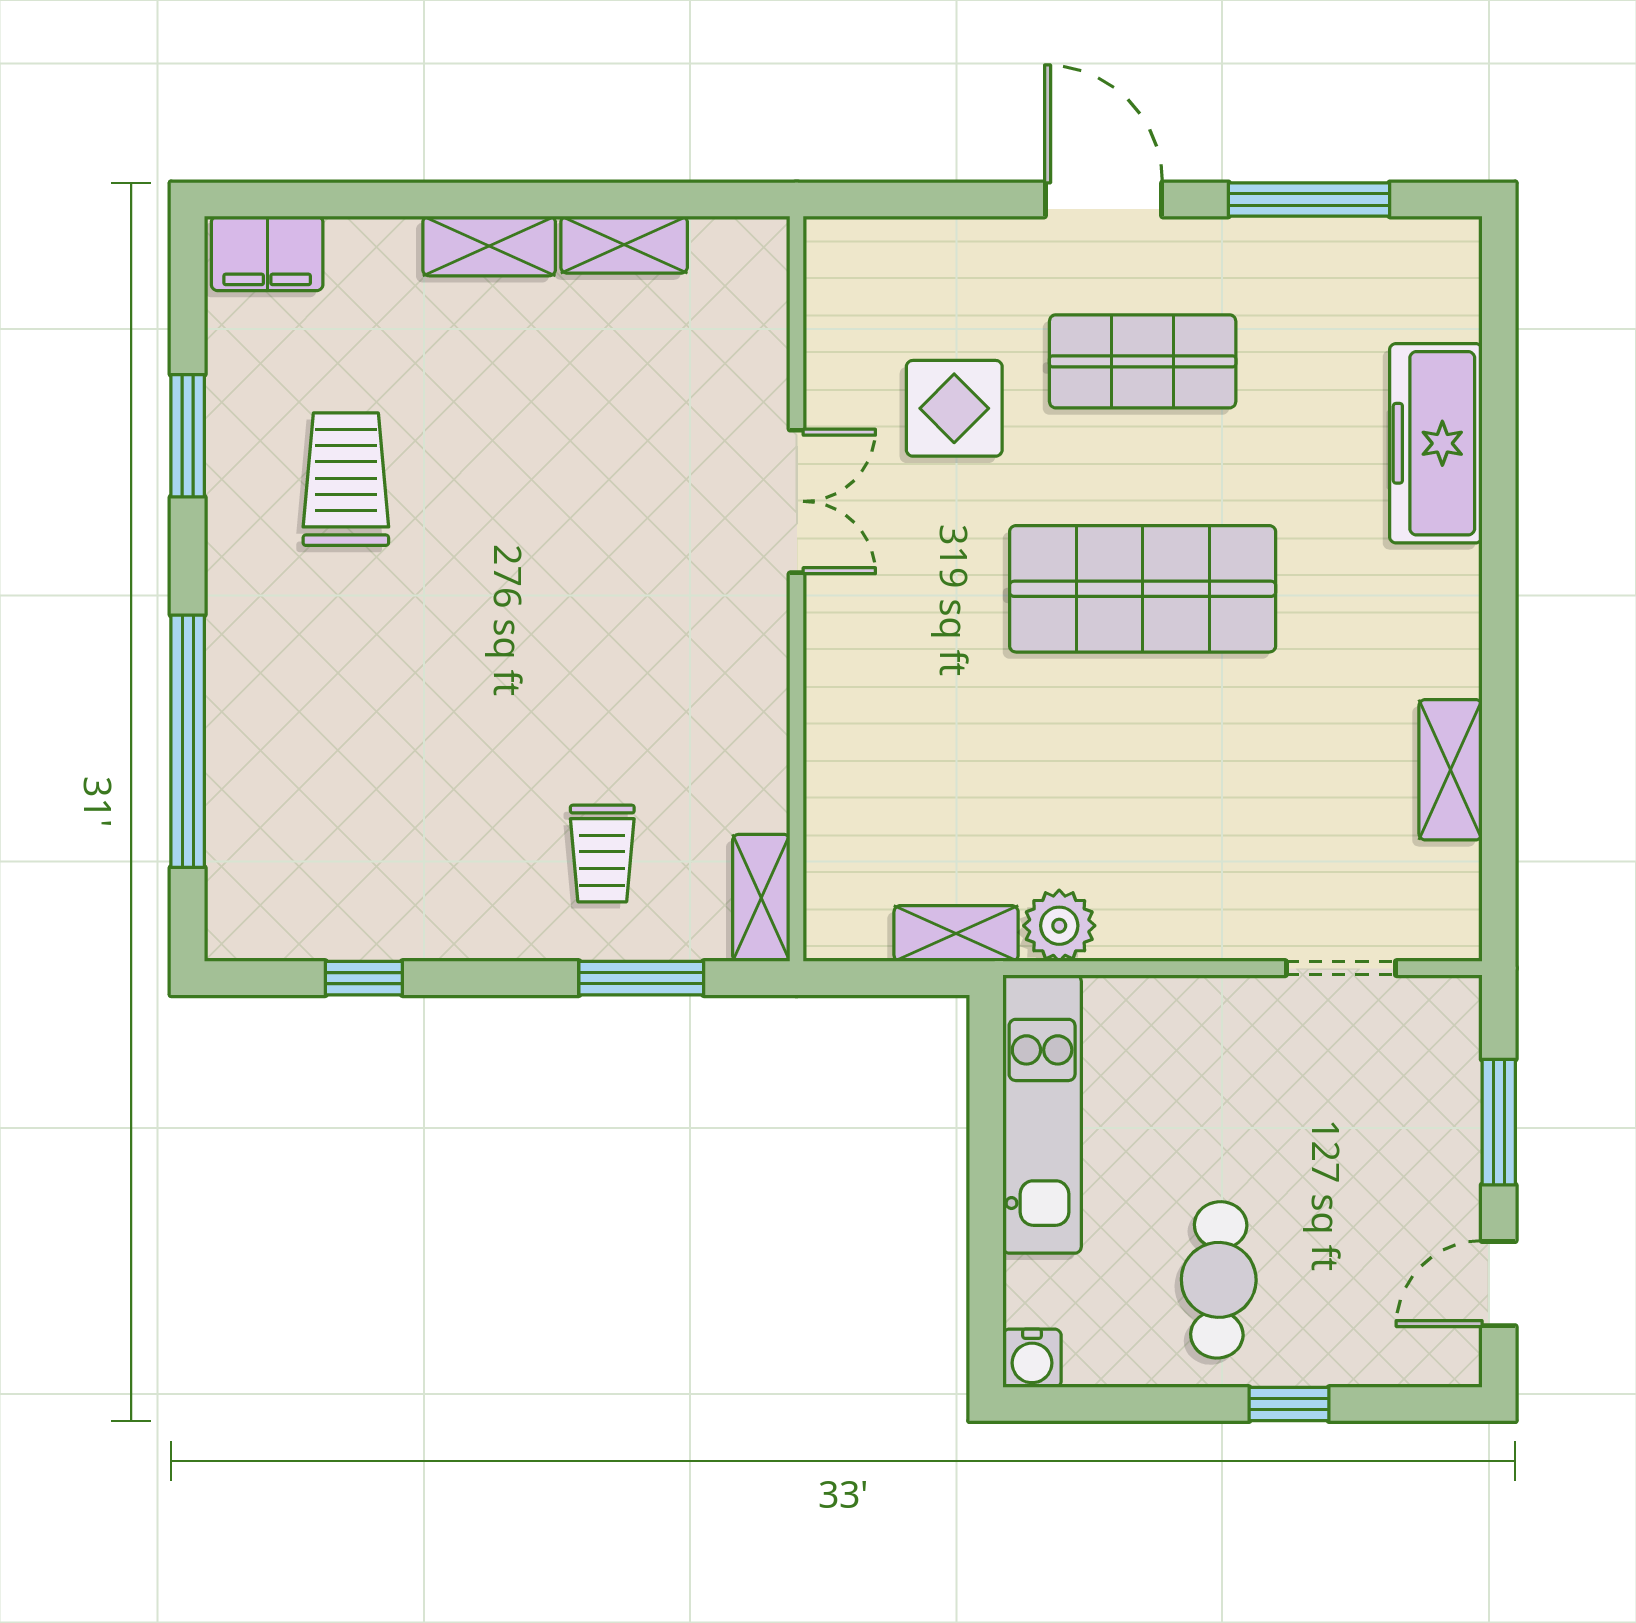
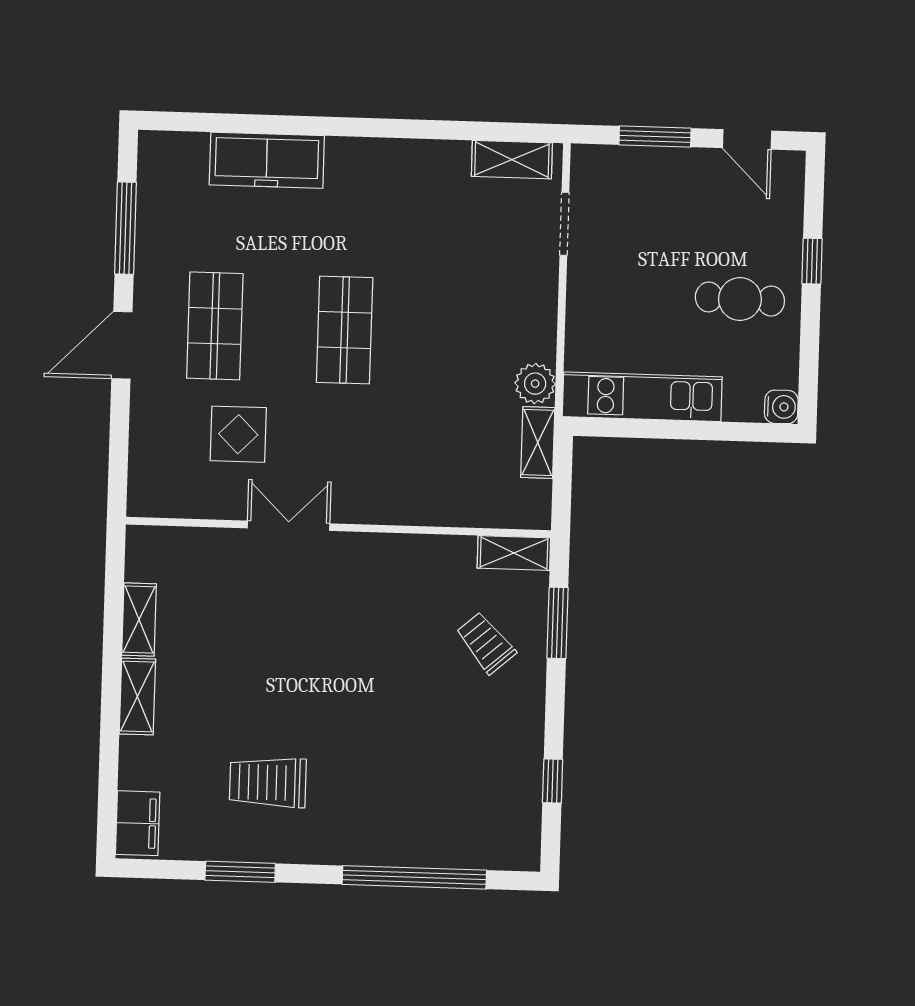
shop shelf: (1143, 589) -> (345, 330), width x0.70, depth x0.74
shelving: (1450, 770) -> (512, 160), moved
trolley: (602, 853) -> (486, 643), turned -131

